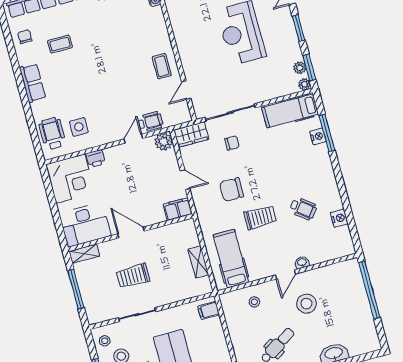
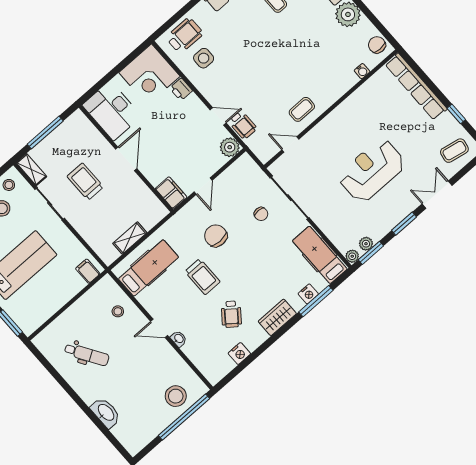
wardrobe: (191, 134) -> (277, 317), moved, turned 90
shelving: (84, 254) -> (31, 170), moved
stool: (306, 304) -> (176, 396), moved

